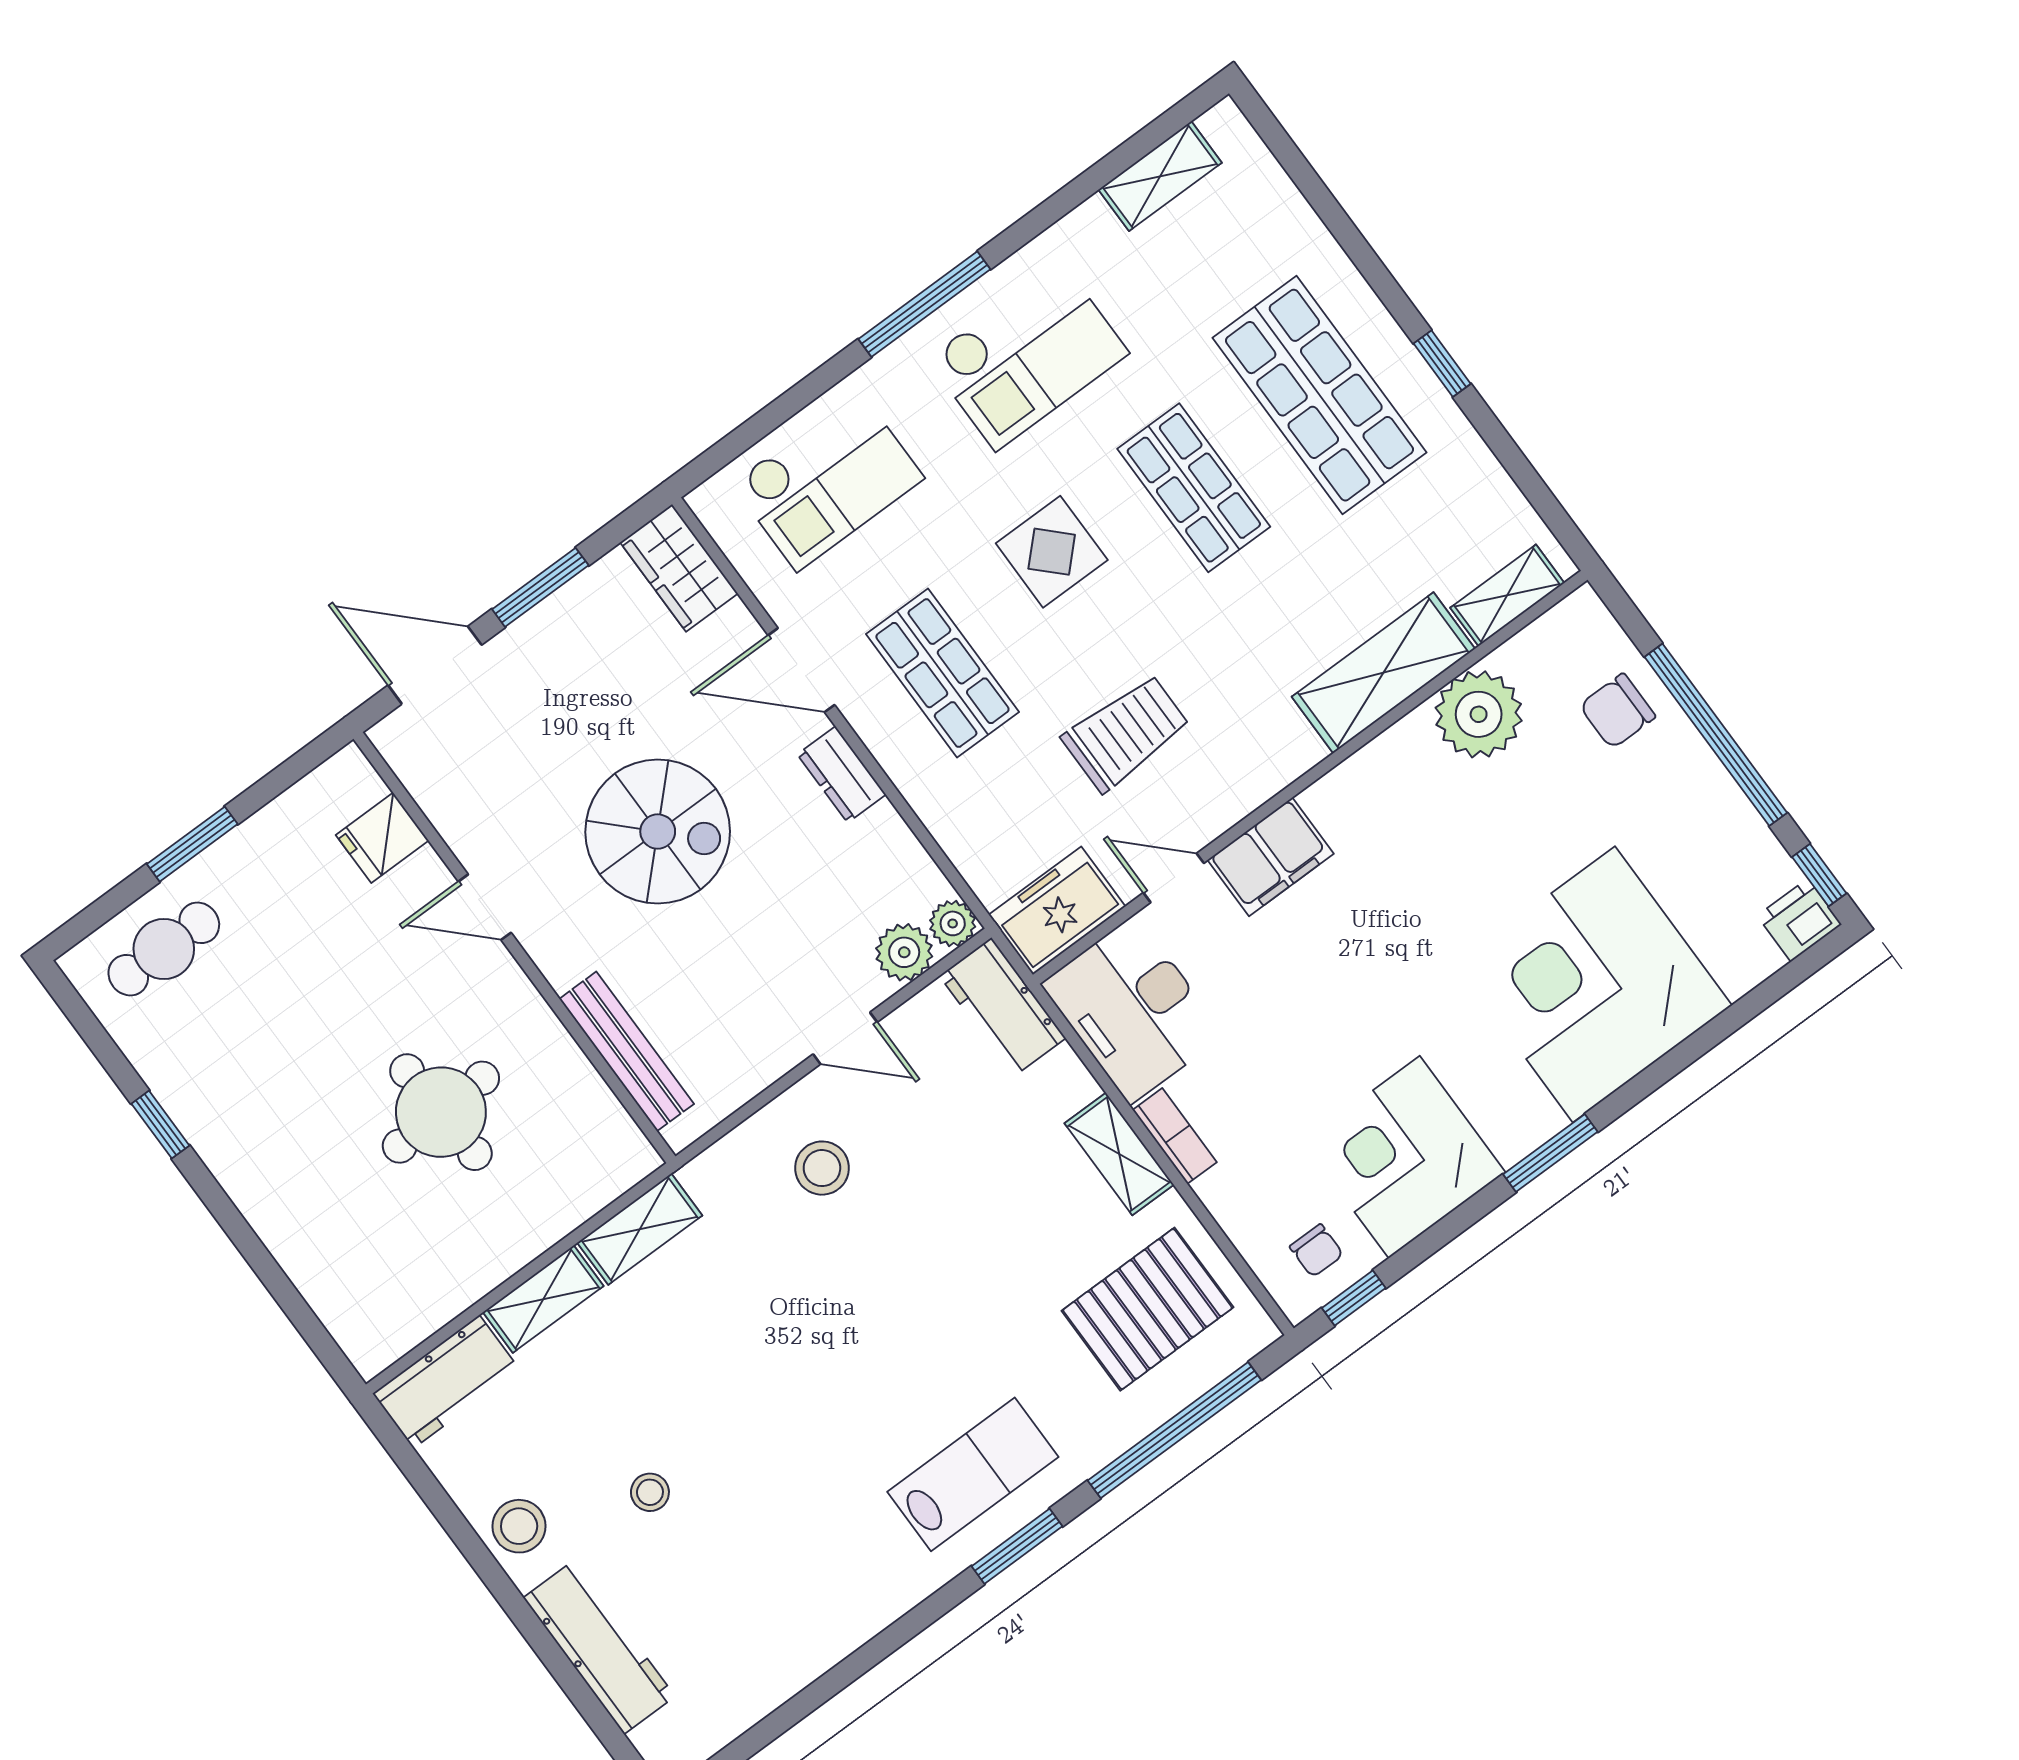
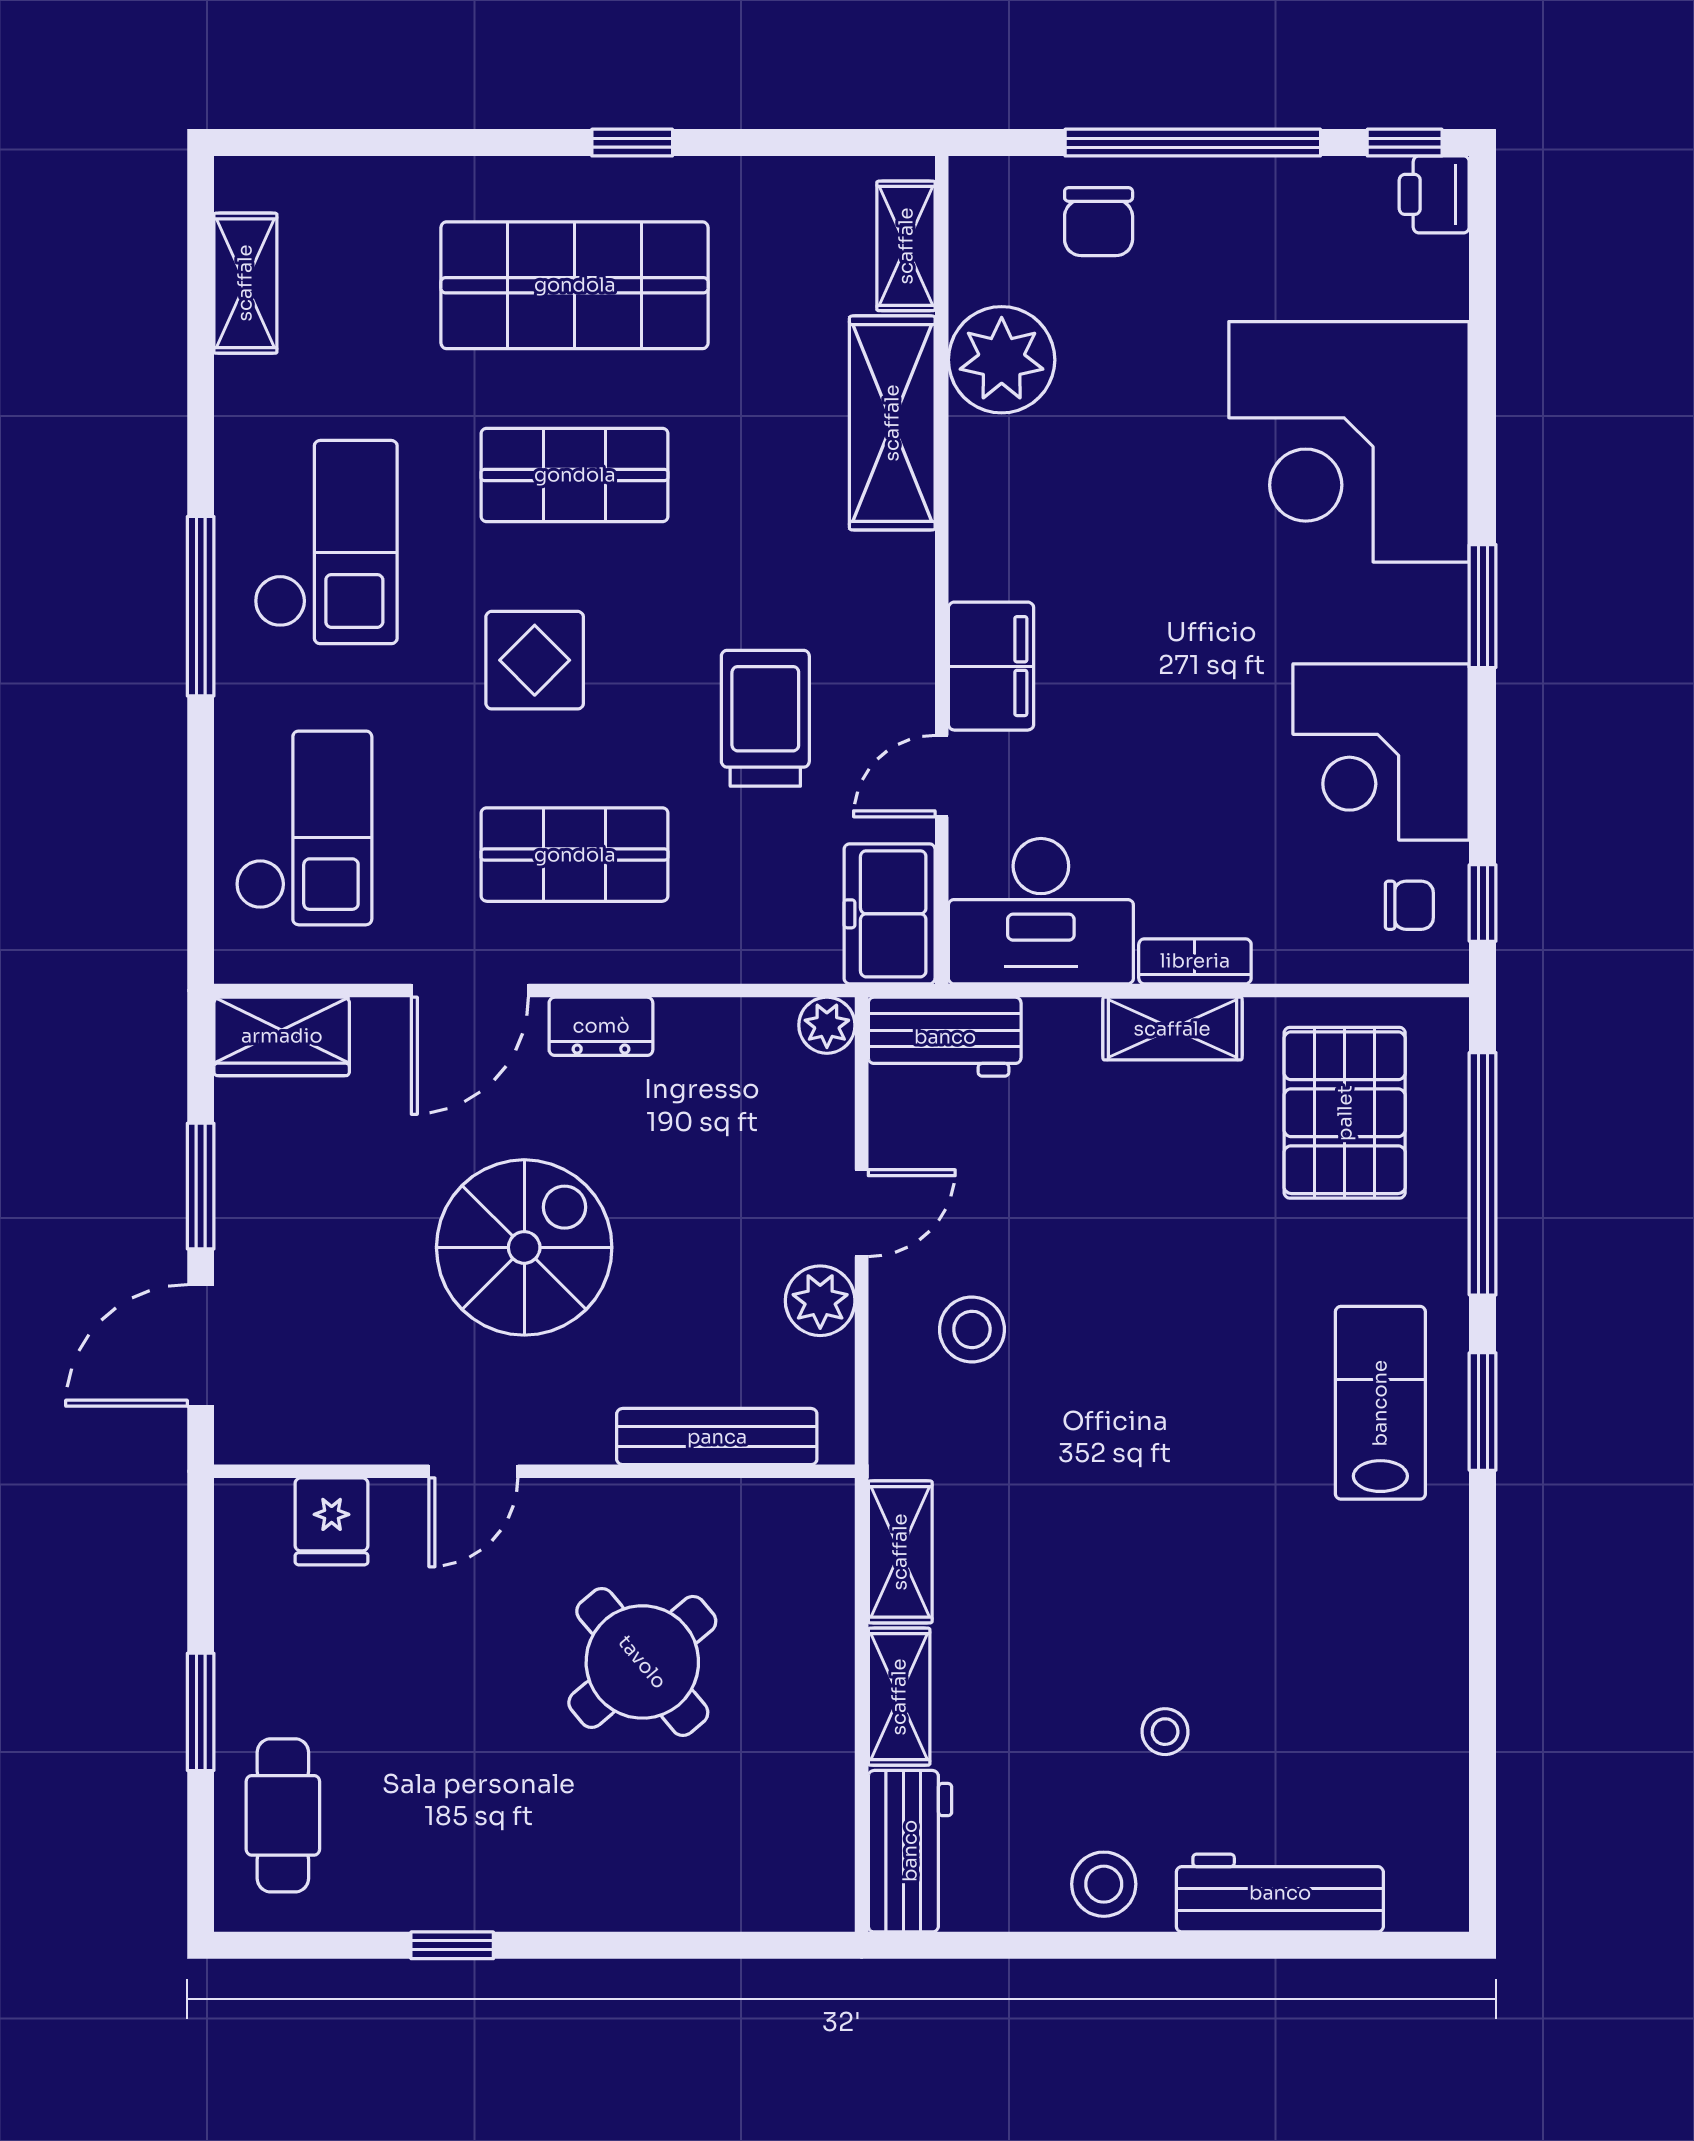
plant: (904, 952) -> (820, 1301), moved
round table: (441, 1112) -> (642, 1662), turned -37

